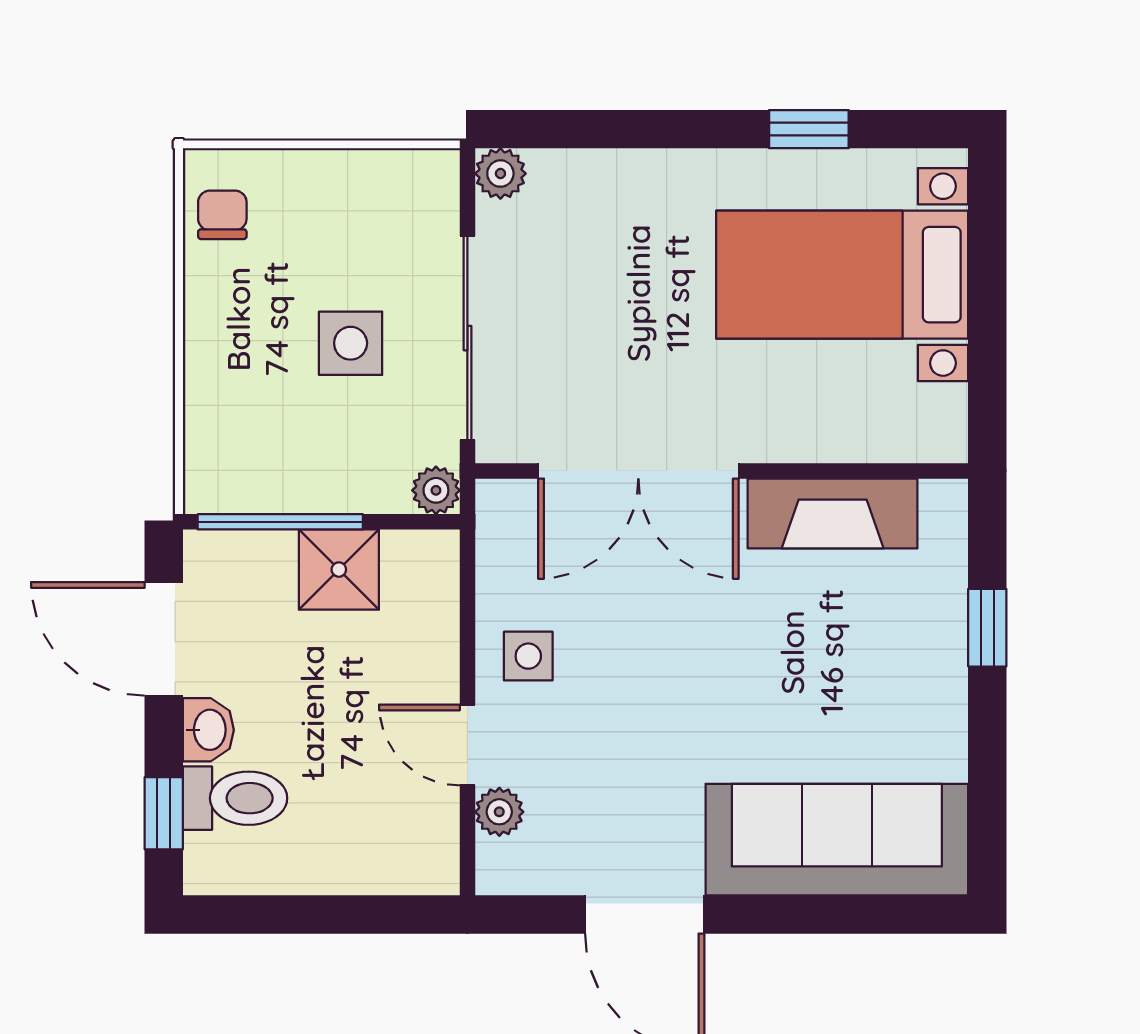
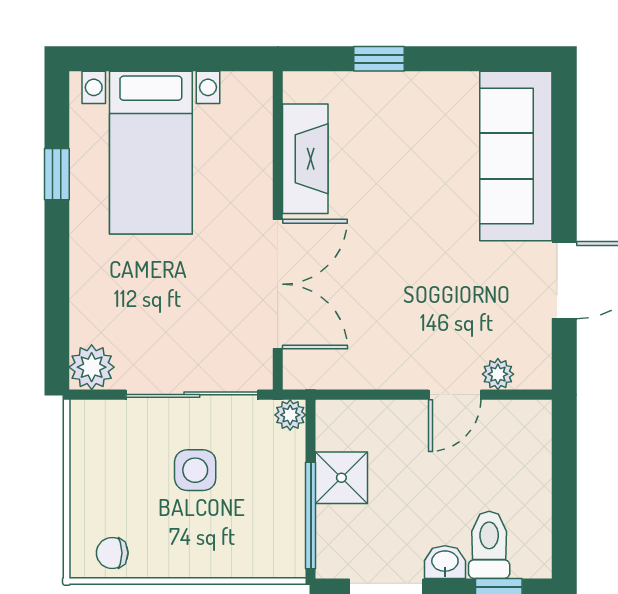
plant: (500, 174) -> (92, 367), width x1.38, depth x1.38
side table: (528, 656) -> (397, 355), removed

